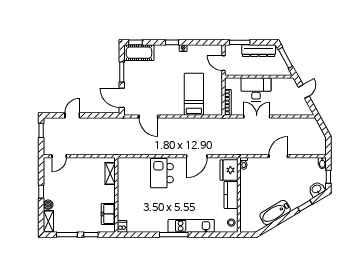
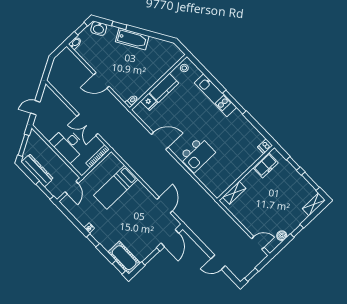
fridge: (229, 170) -> (149, 102), width x0.53, depth x0.75
boiler: (48, 205) -> (282, 236), moved
bathtub: (275, 213) -> (132, 39), moved

